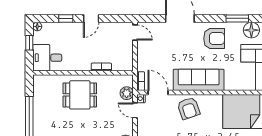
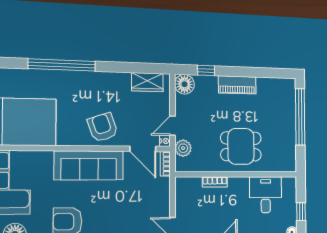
desk: (47, 58) -> (266, 195), moved, turned -90
door: (135, 110) -> (172, 126), swing flipped

